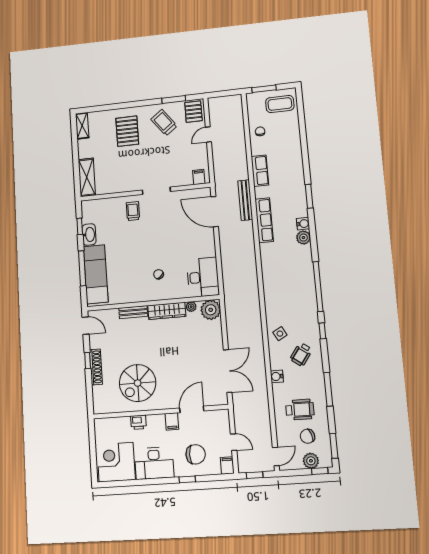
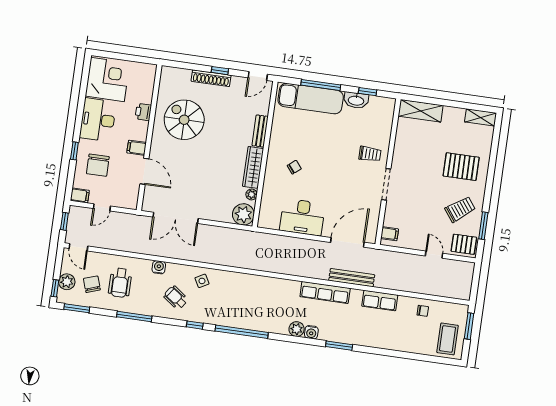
desk: (203, 277) -> (302, 217), moved

